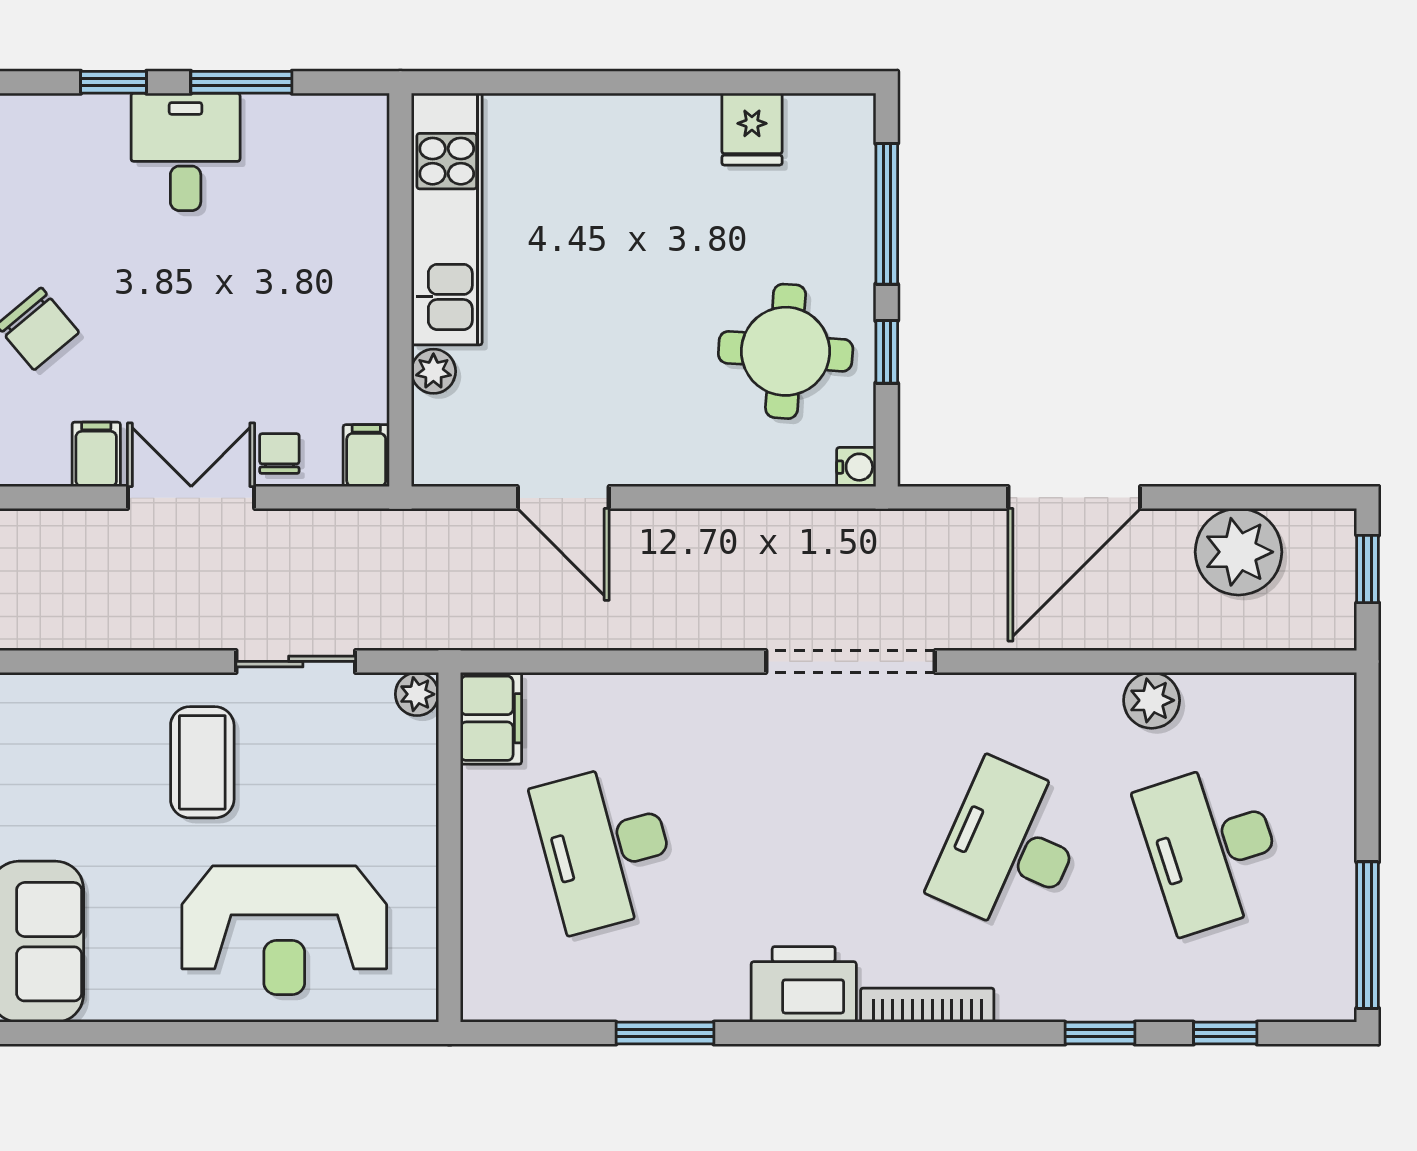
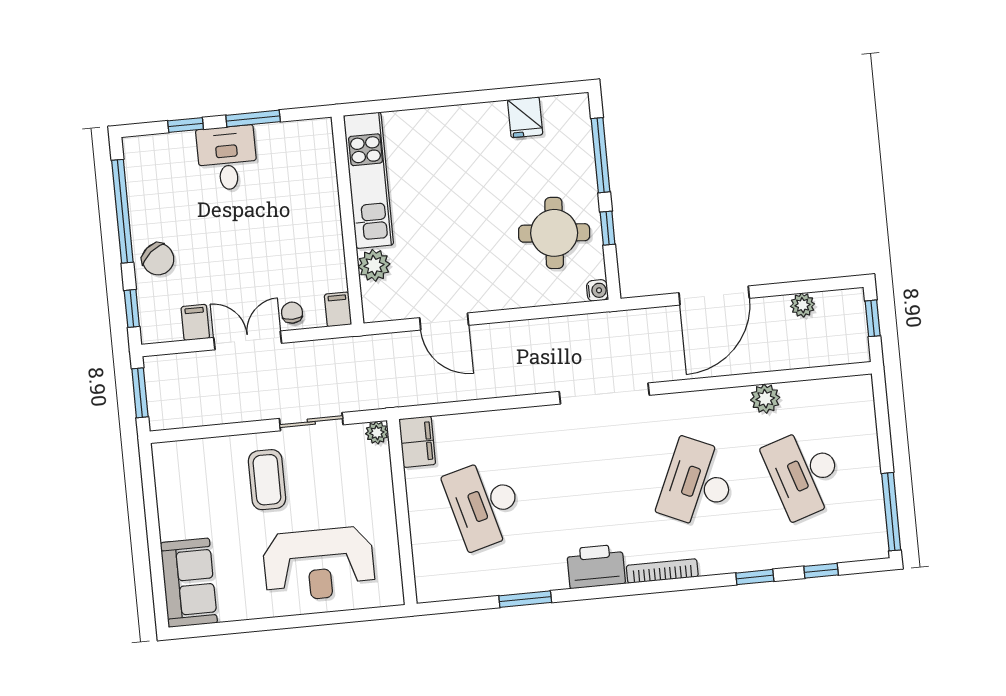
plant: (433, 371) -> (374, 265), width x1.38, depth x1.38
plant: (1239, 552) -> (803, 305), width x0.53, depth x0.53

